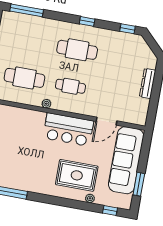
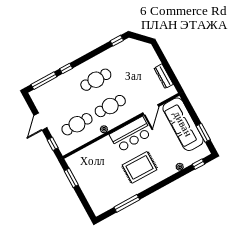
window: (87, 21) -> (66, 69), moved
dresser: (148, 83) -> (164, 76), moved
cafe table: (70, 86) -> (110, 106), width x1.37, depth x1.35
rug: (77, 175) -> (140, 167), moved

